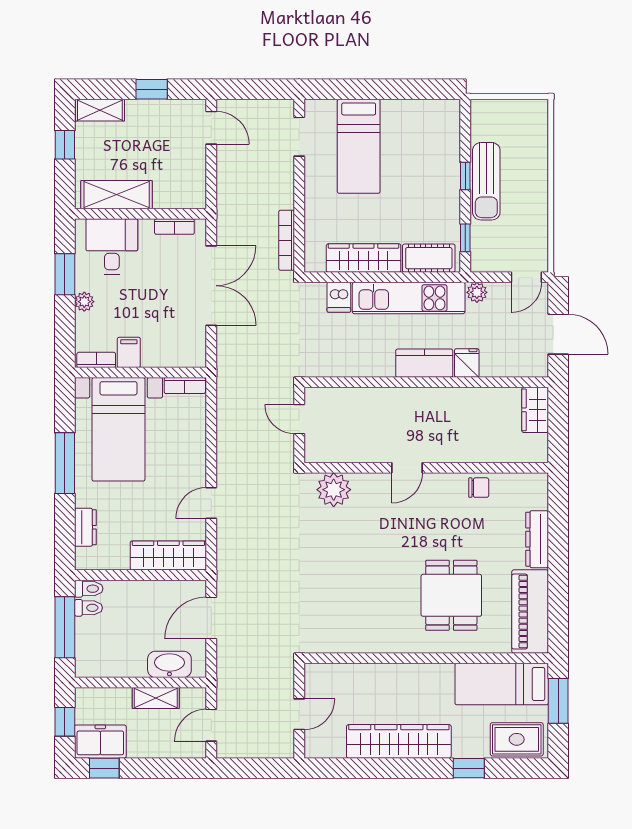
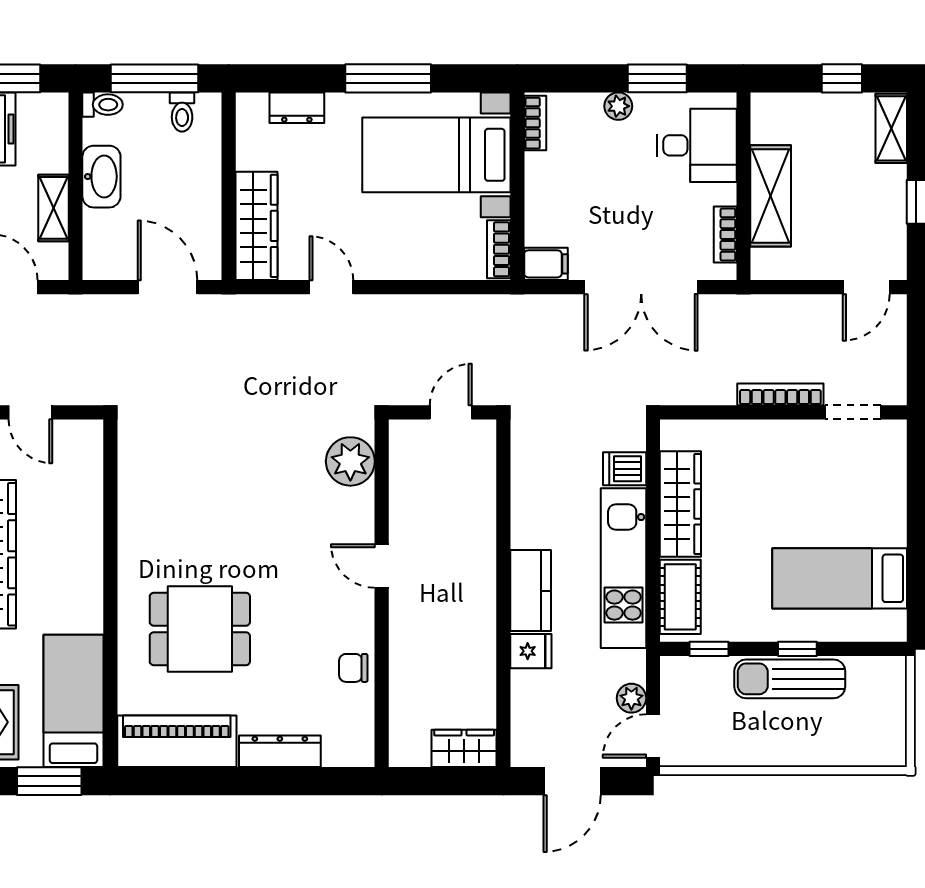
bed: (359, 146) -> (840, 578), moved
shelving: (117, 195) -> (771, 196), moved
bookcase: (287, 240) -> (780, 394), moved
door: (526, 277) -> (653, 736), hinge flipped
plant: (477, 292) -> (631, 698), moved
filing cabinet: (129, 352) -> (546, 264), moved
chair: (479, 488) -> (353, 668), turned 90
toilet: (89, 589) -> (103, 105), moved, turned -90
washbasin: (169, 664) -> (101, 177), moved

